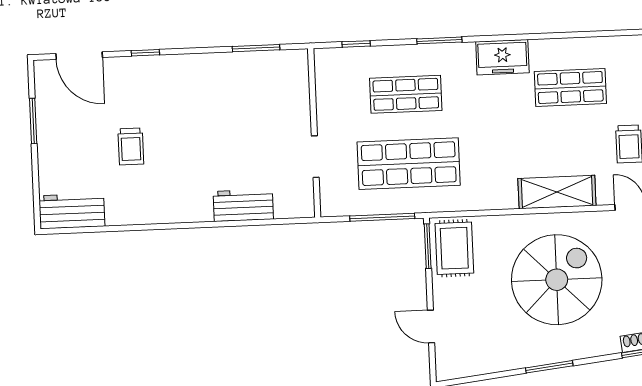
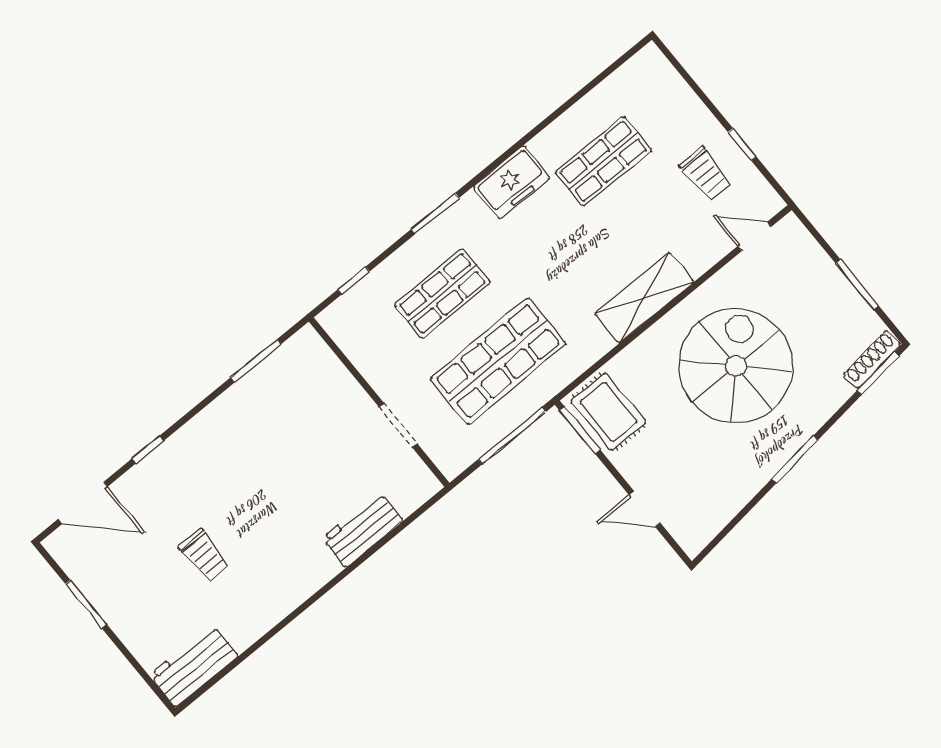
shelving: (557, 192) -> (644, 298), moved

